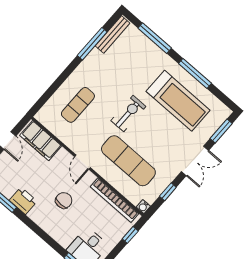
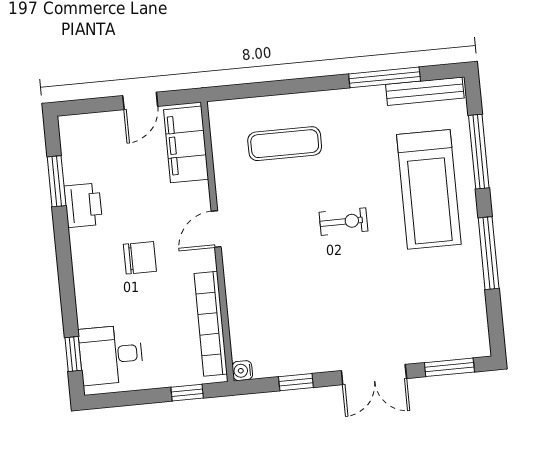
treadmill: (178, 101) -> (429, 189), moved
exercise bike: (128, 114) -> (343, 222), width x0.73, depth x0.72
exercise mat: (128, 161) -> (282, 287), removed

